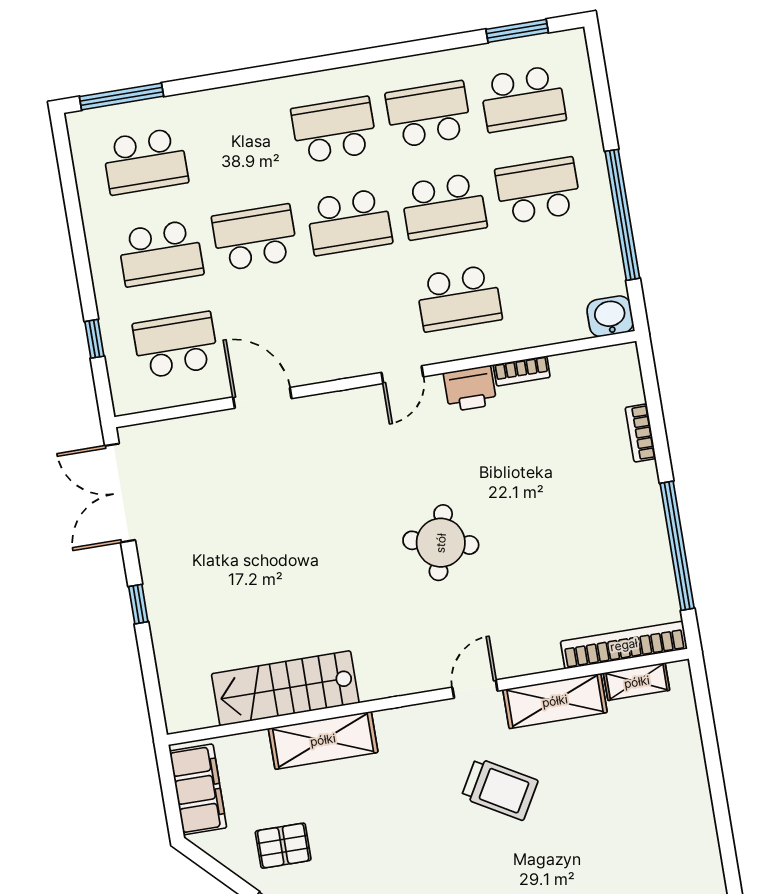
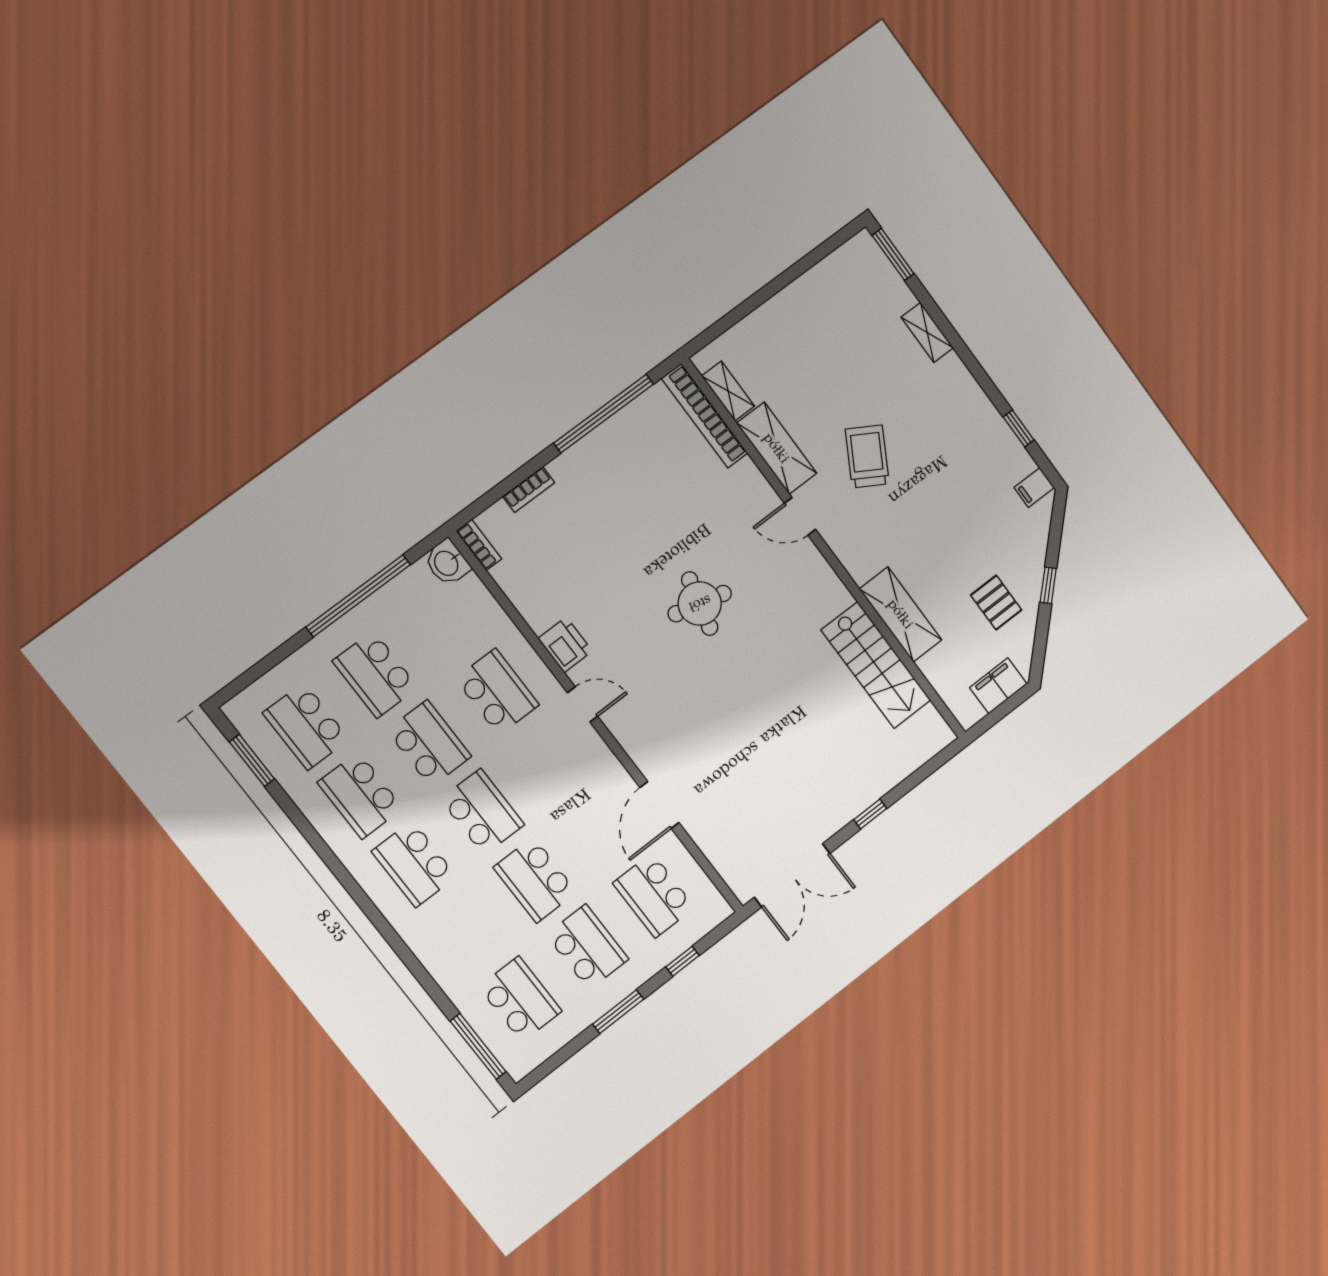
school desk: (523, 99) -> (306, 726), turned 180
window: (80, 249) -> (618, 1012), added
bookcase: (522, 371) -> (479, 545), moved
filing cabinet: (198, 789) -> (998, 686), width x0.67, depth x0.86

